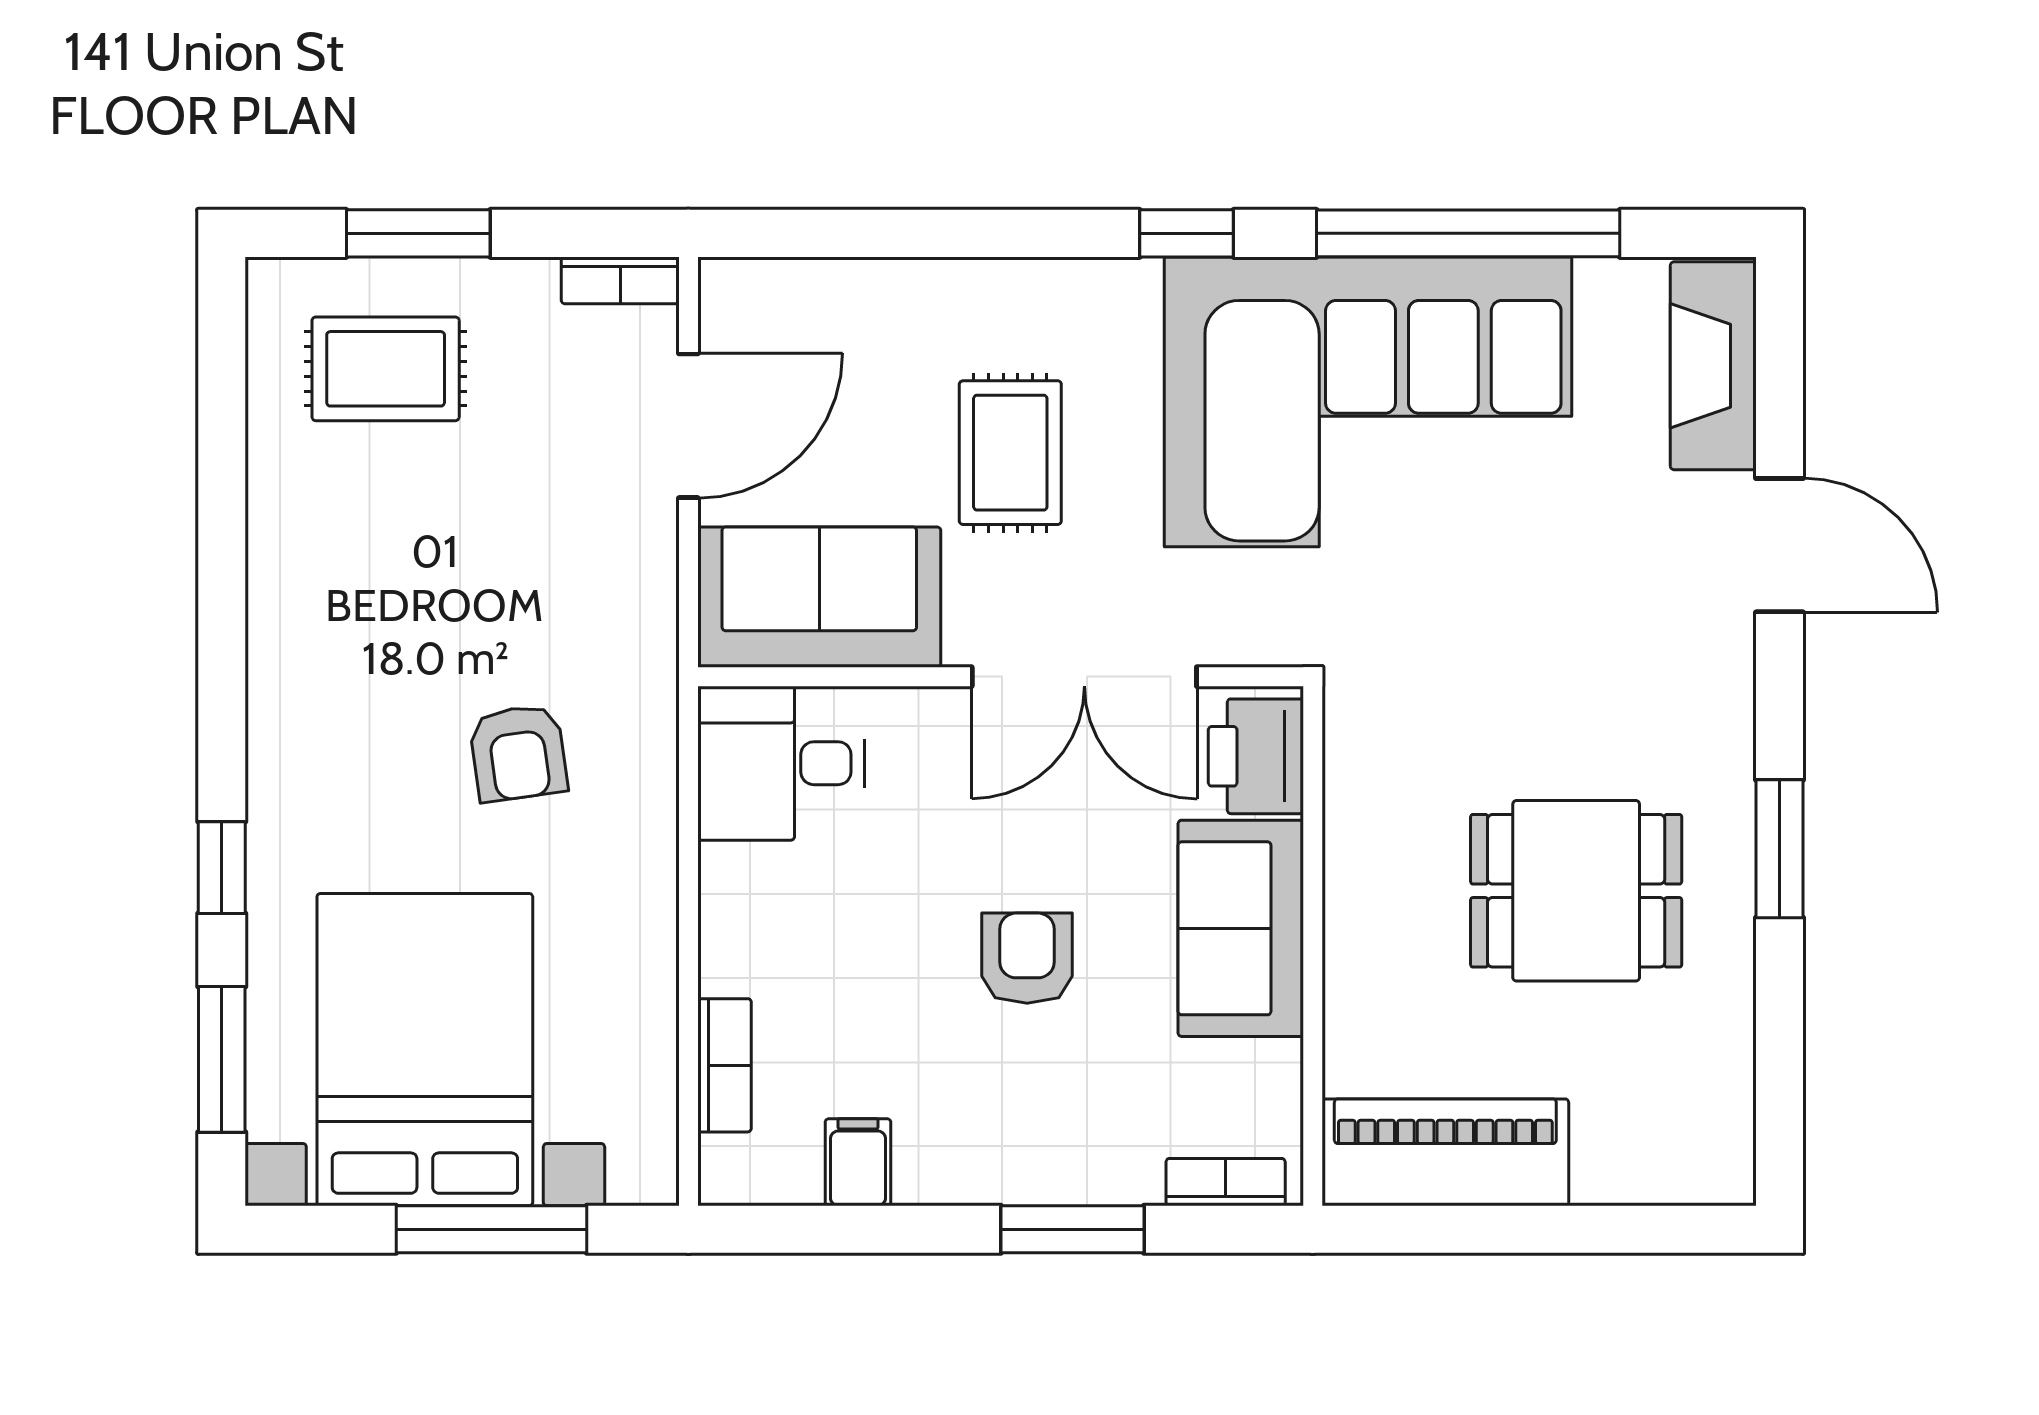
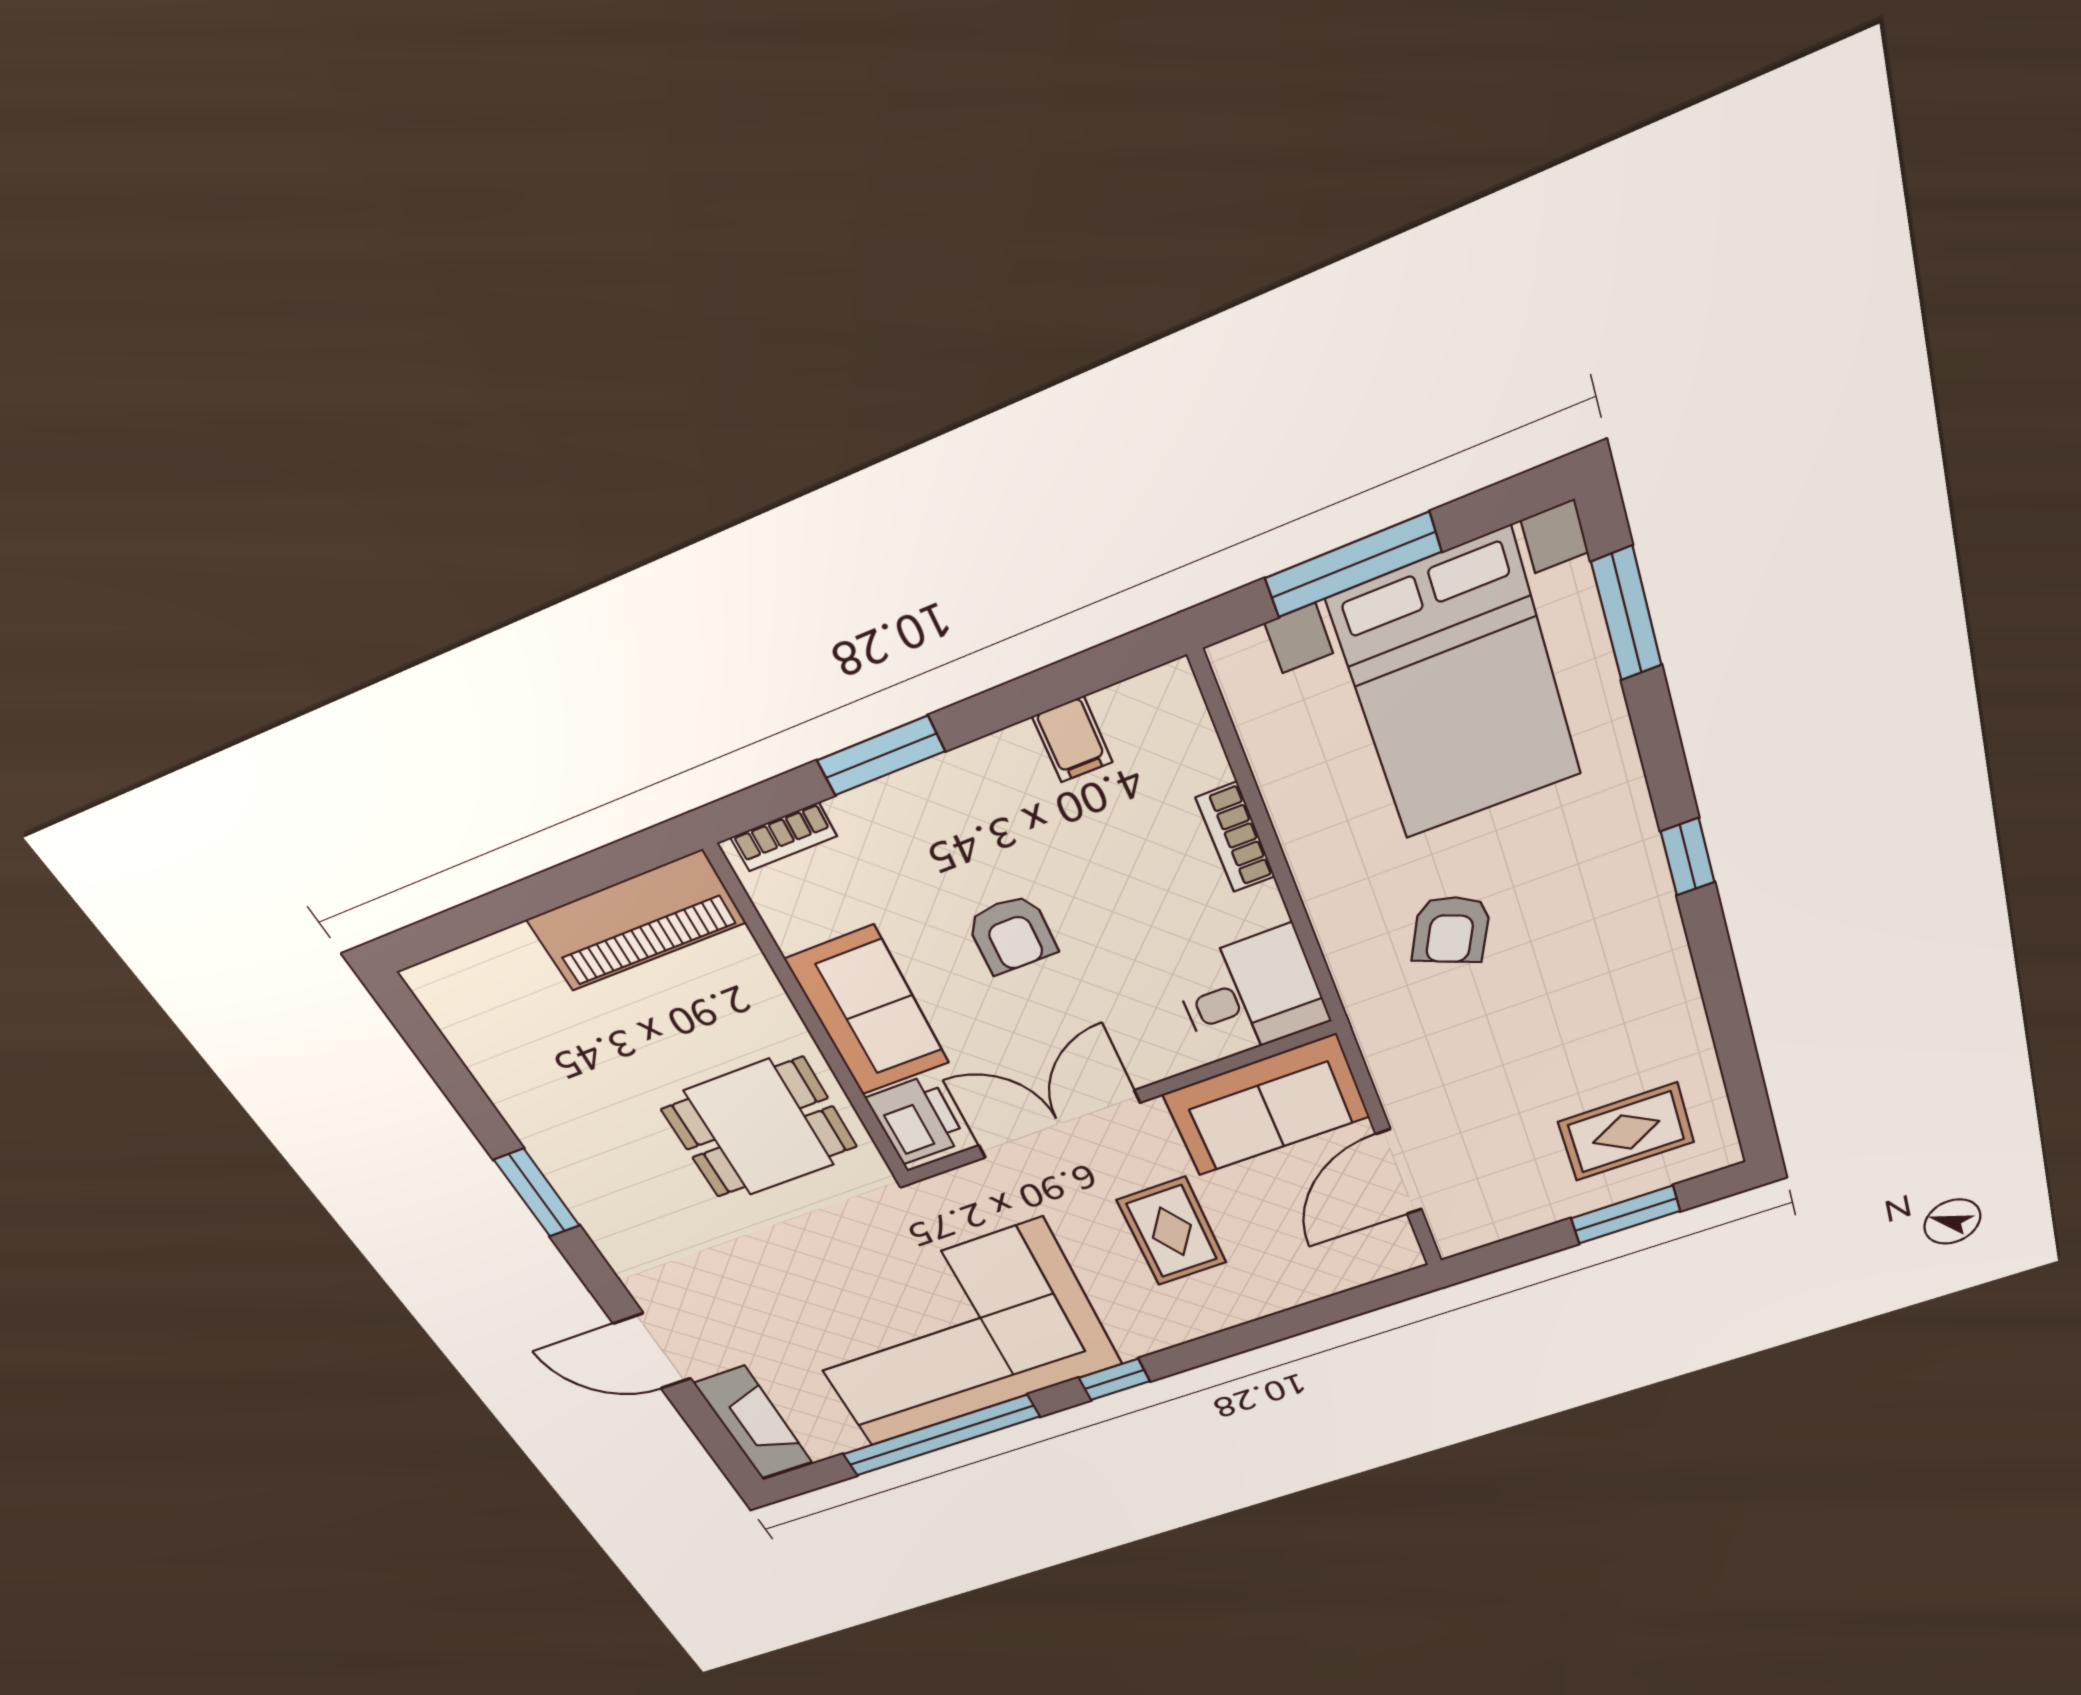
bookcase: (620, 280) -> (1476, 1235), removed
armchair: (518, 753) -> (1451, 930), turned -148
window: (222, 868) -> (1688, 857), moved
dining table: (1576, 891) -> (760, 1128), moved
bookcase: (725, 1065) -> (1236, 837), moved

